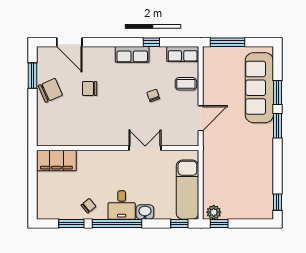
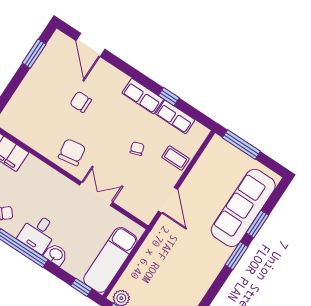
row of seats: (183, 54) -> (175, 117), moved
chair: (50, 90) -> (72, 152), moved, turned -75
door: (201, 118) -> (168, 200), hinge flipped

